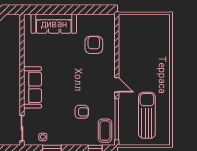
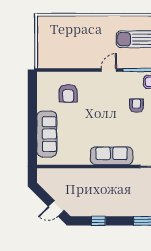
armchair: (94, 45) -> (68, 93), turned -90

